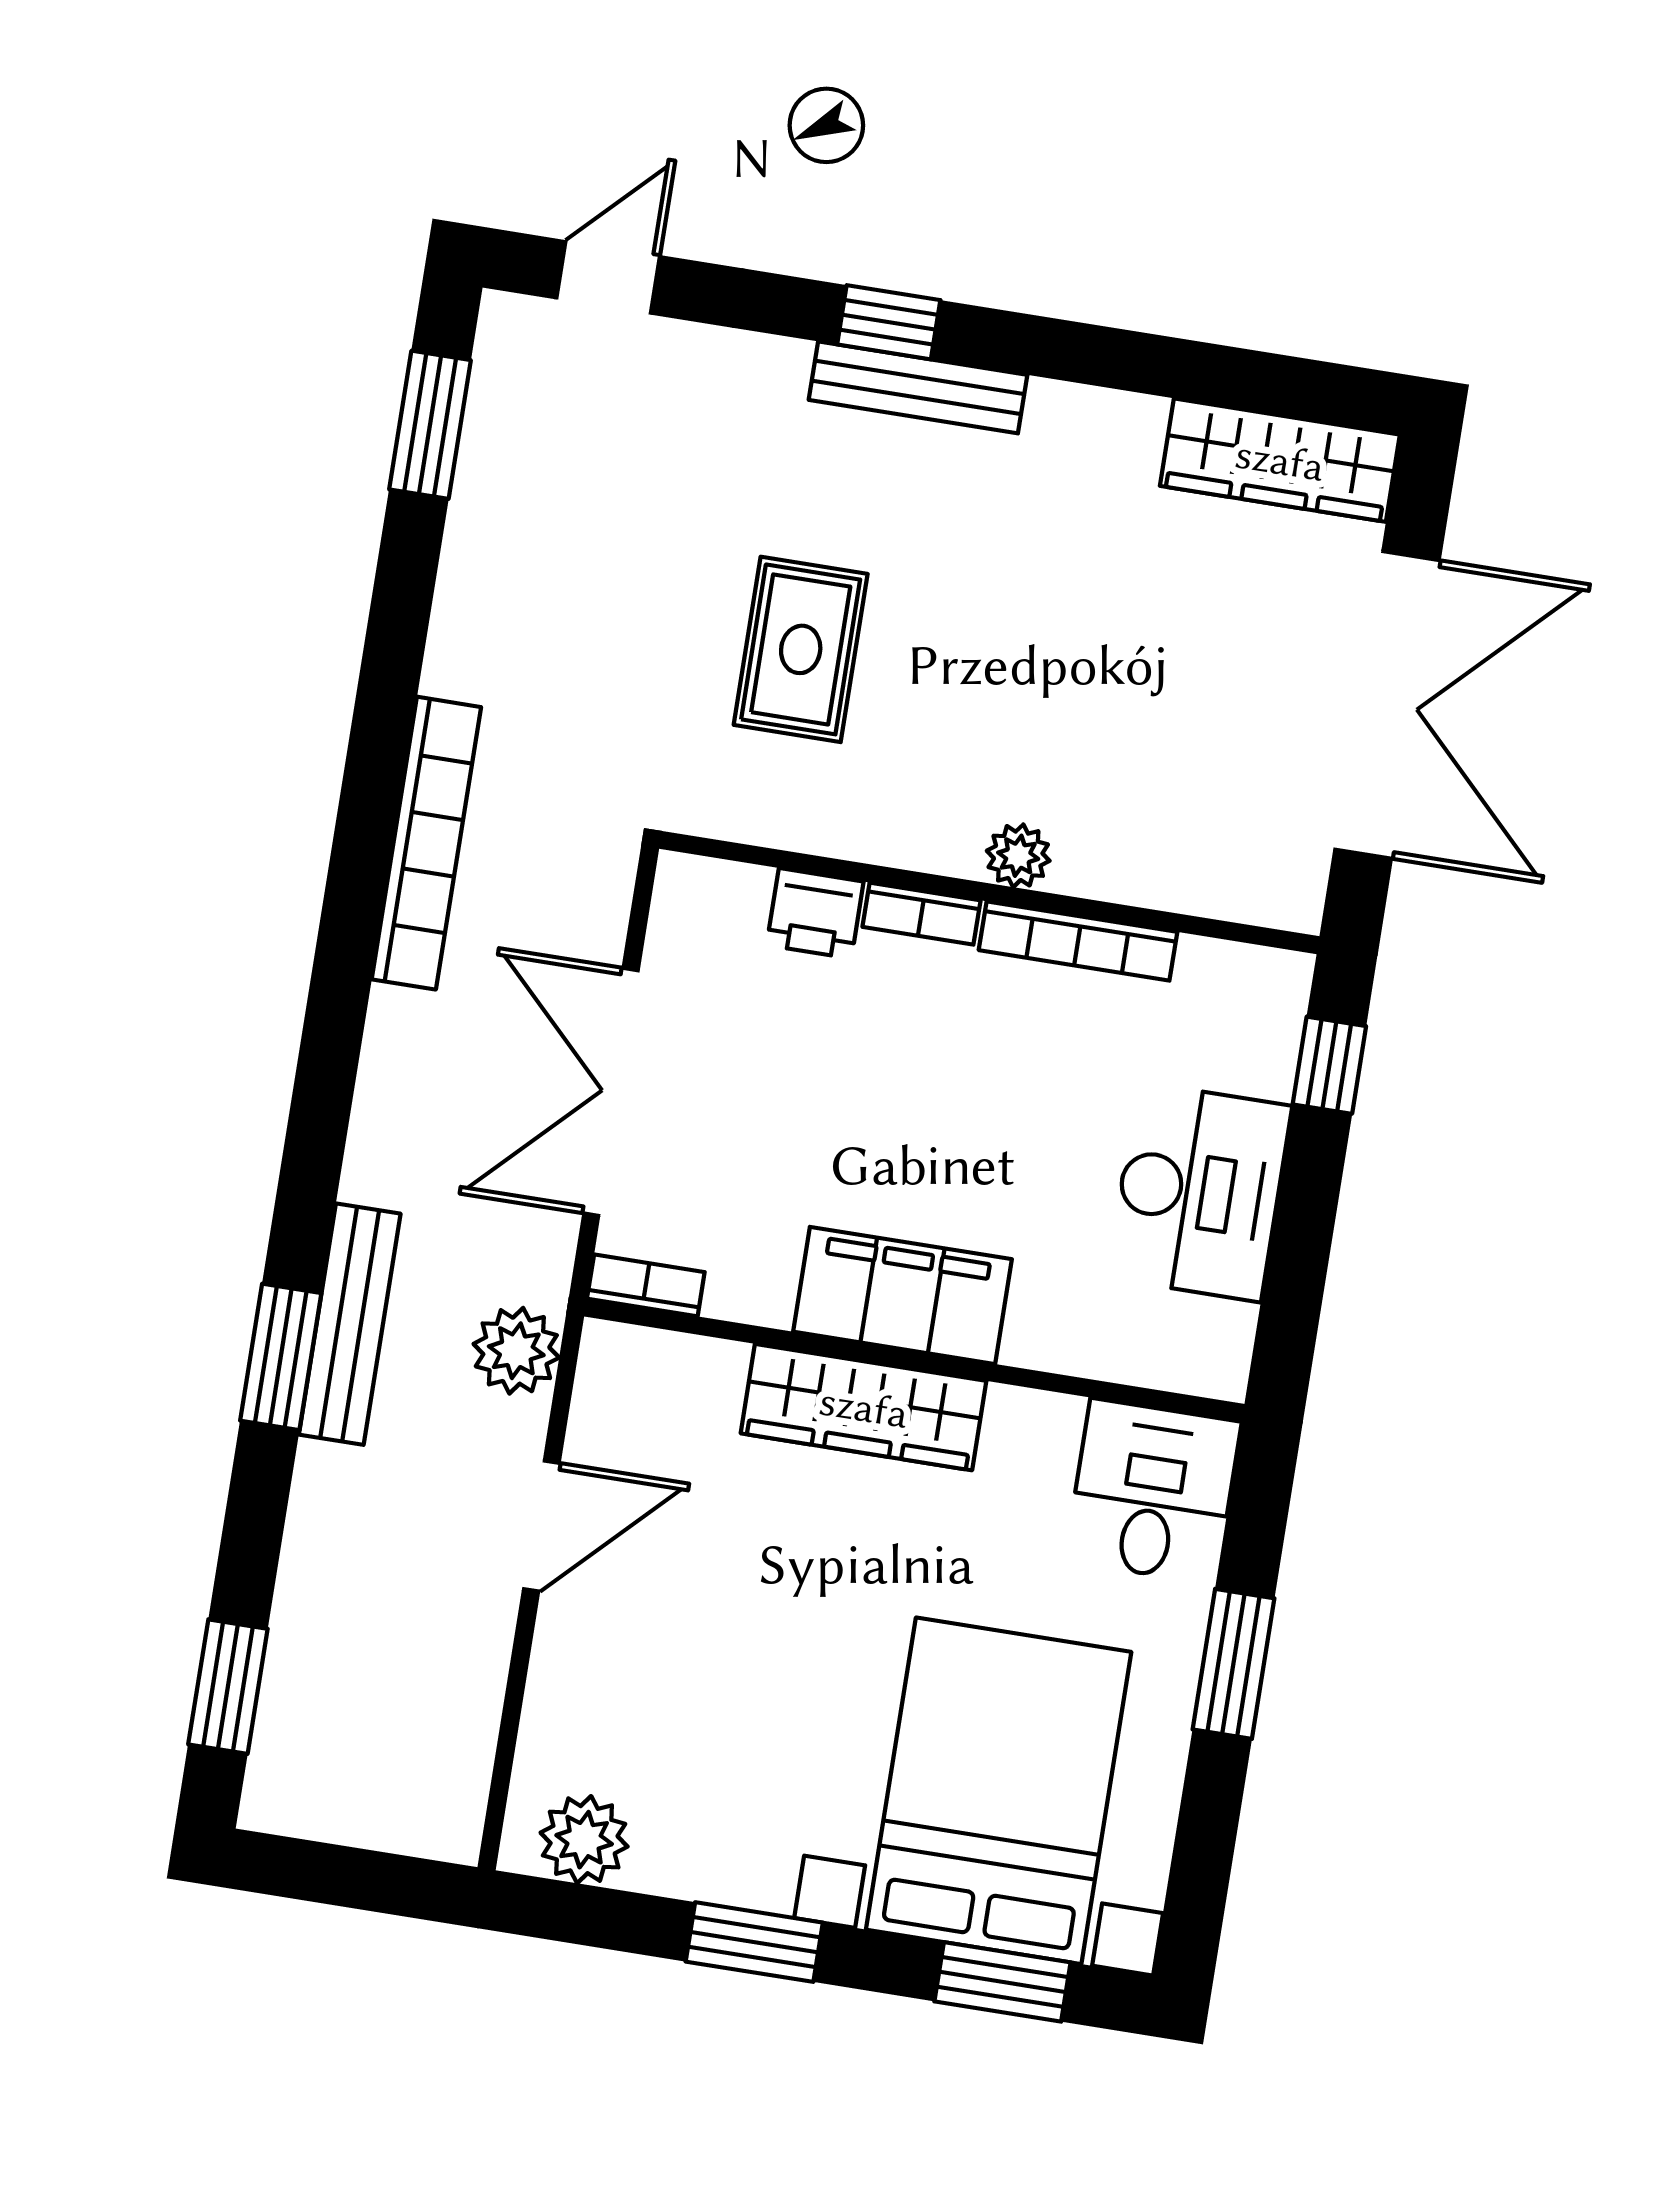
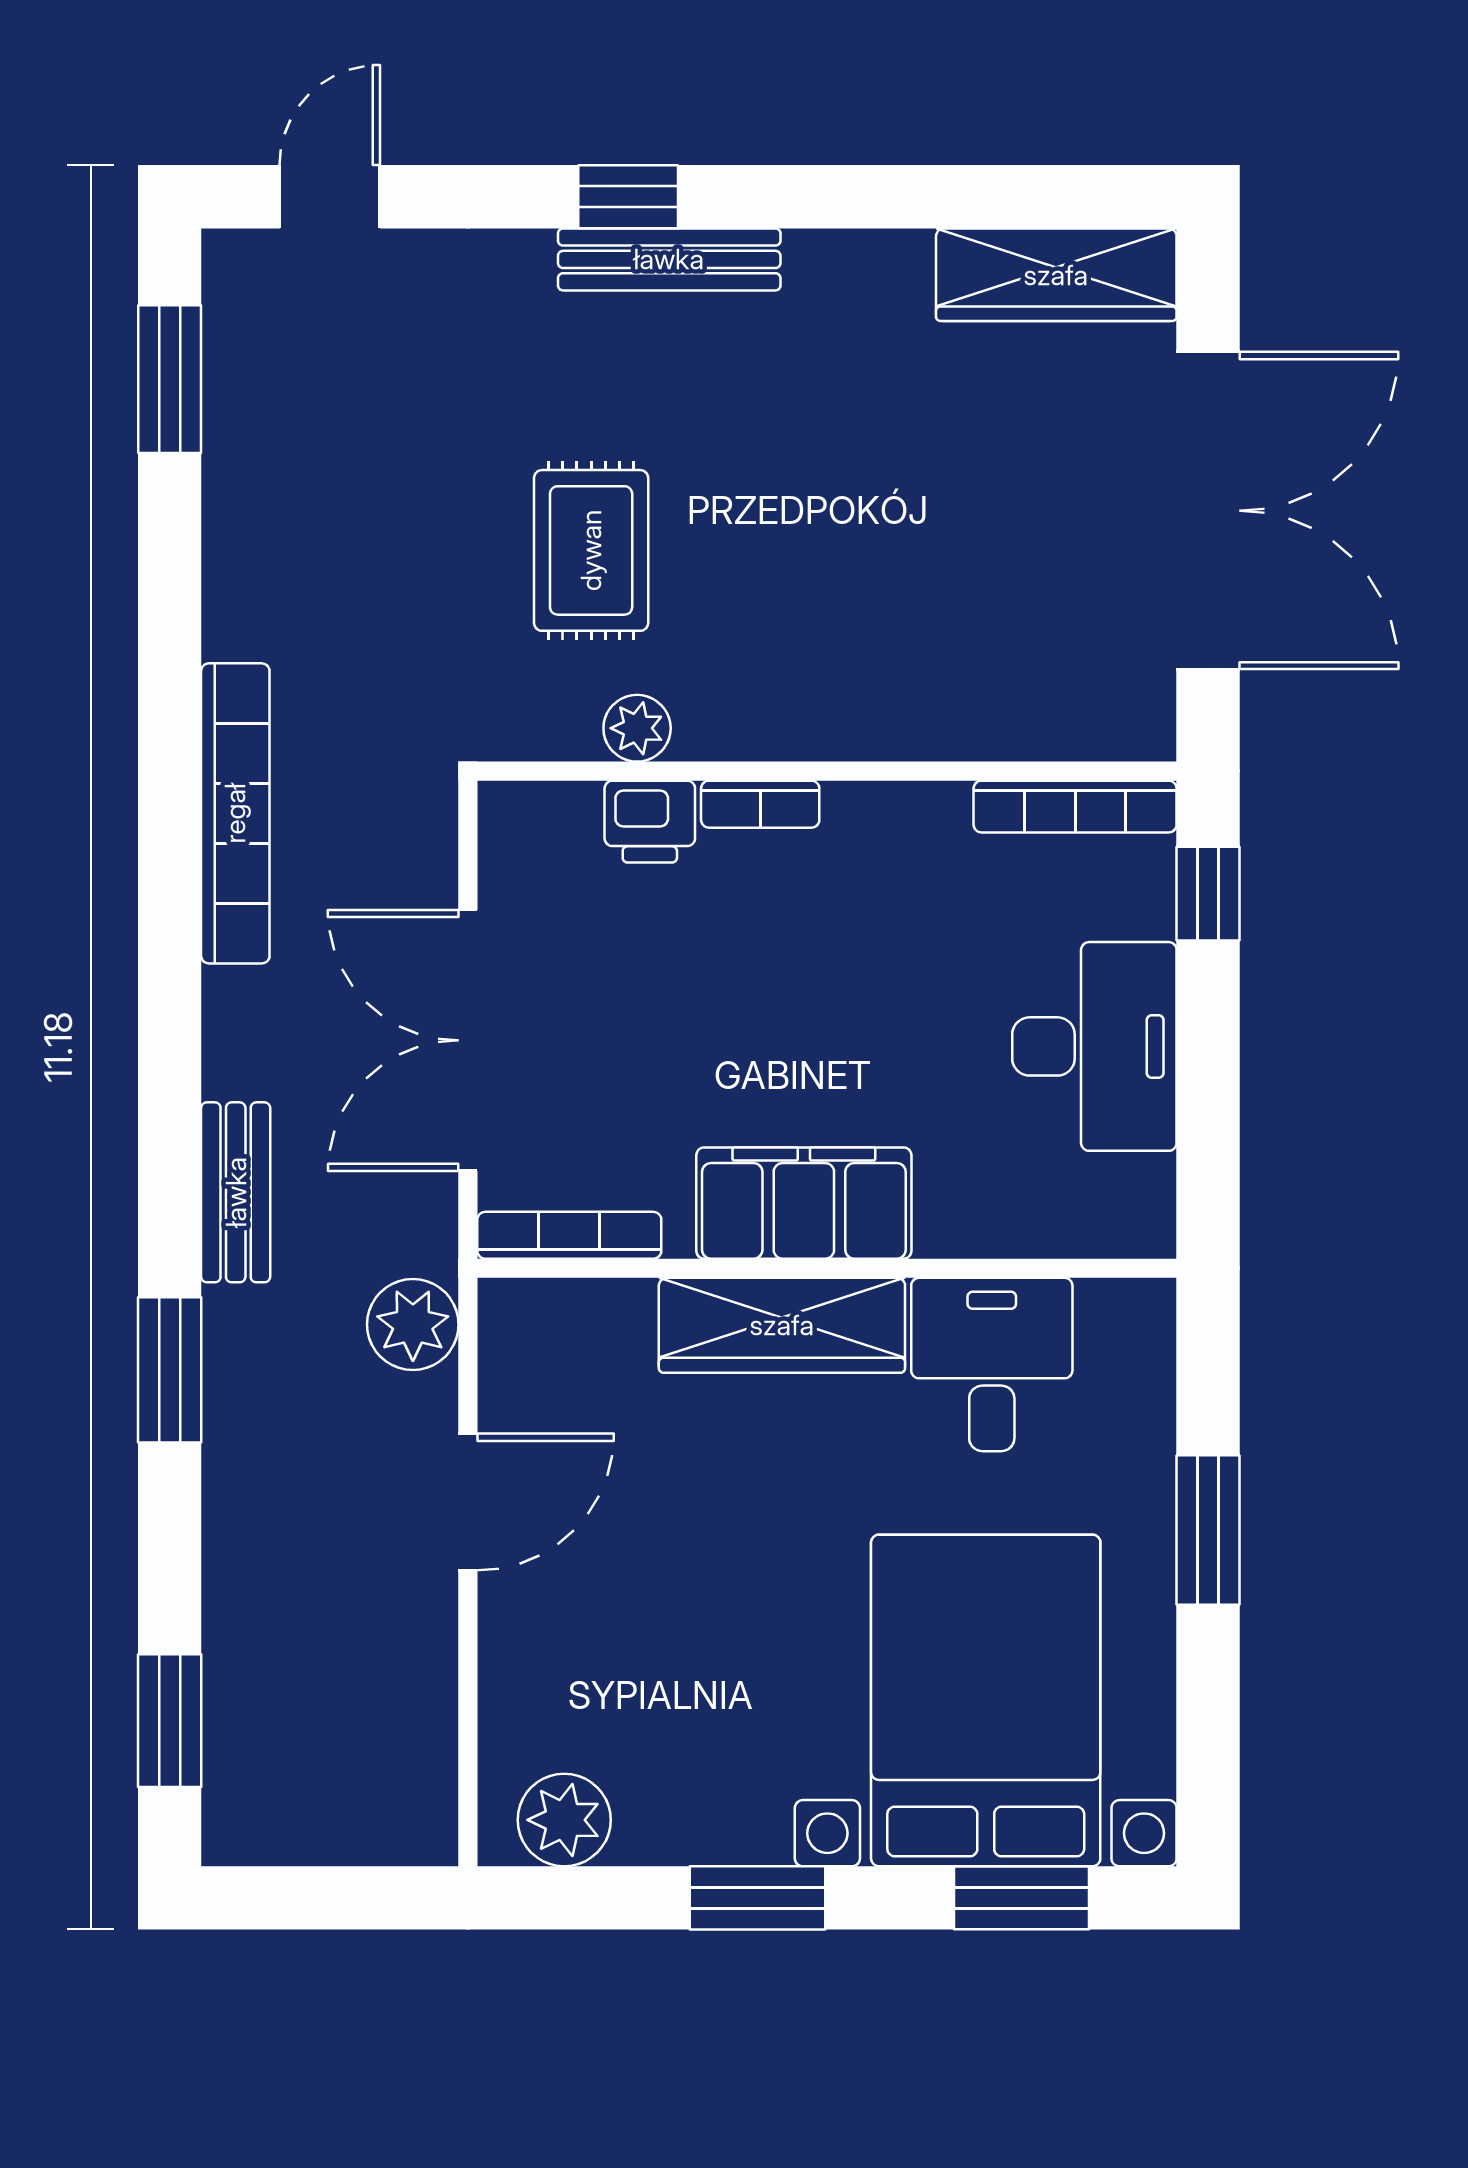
plant: (1018, 856) -> (637, 728), moved
bookcase: (1078, 941) -> (1075, 807), moved
bookcase: (646, 1285) -> (569, 1235), width x1.56
bench: (350, 1324) -> (236, 1192), moved, width x0.73
desk: (1153, 1491) -> (992, 1365), moved

